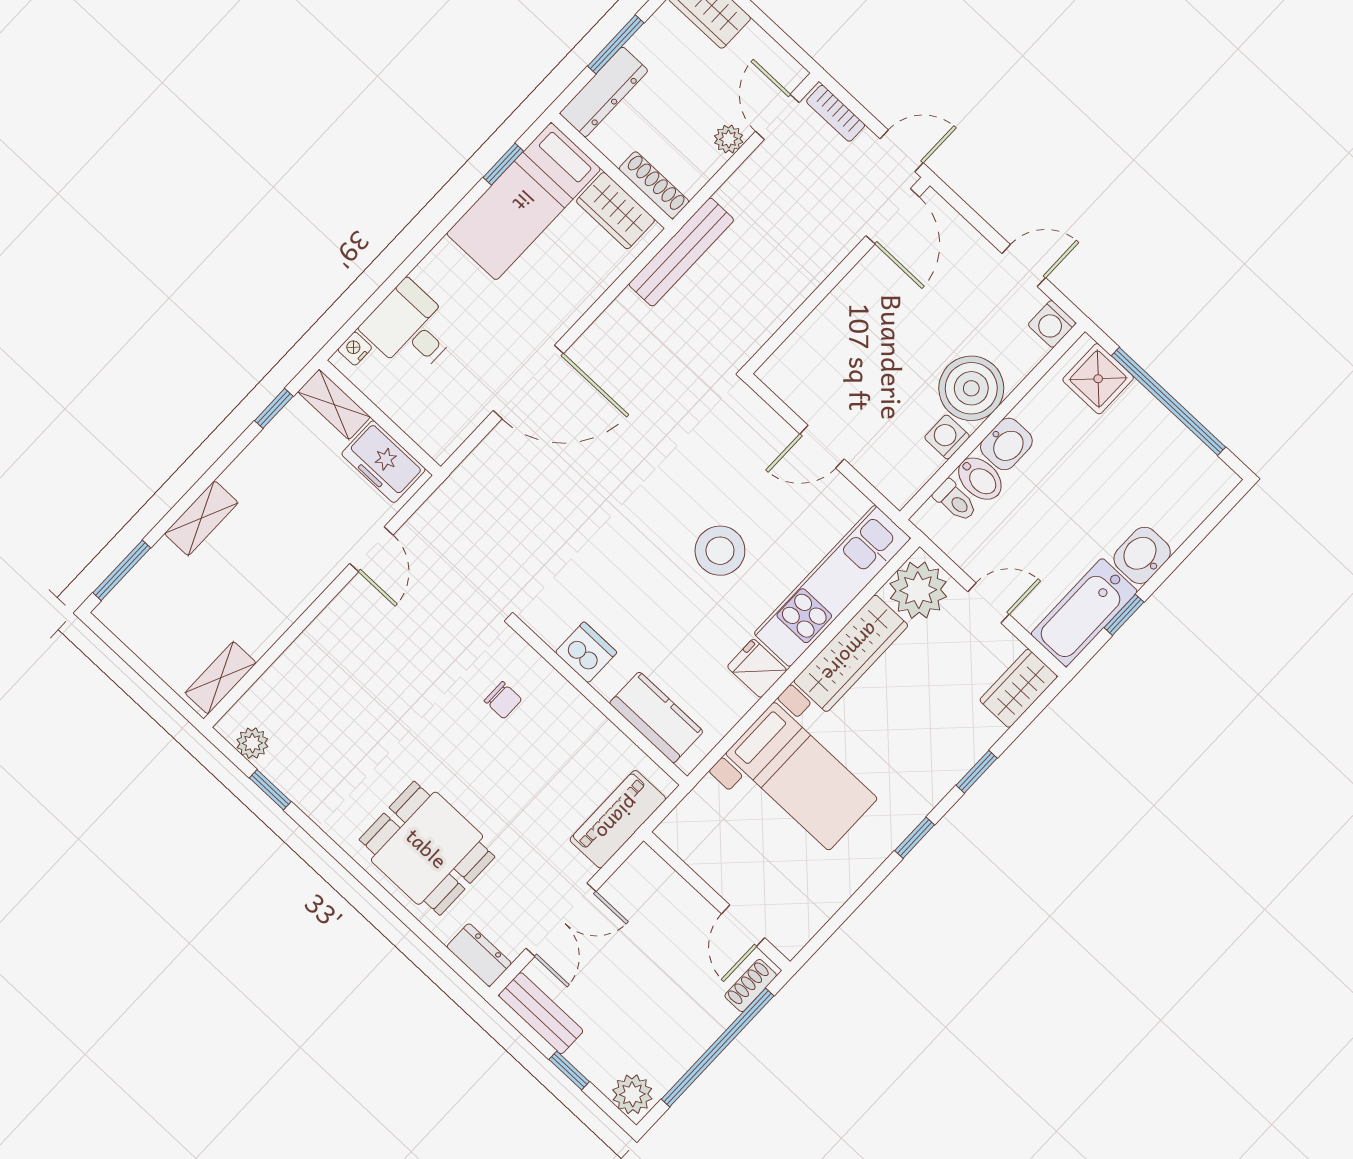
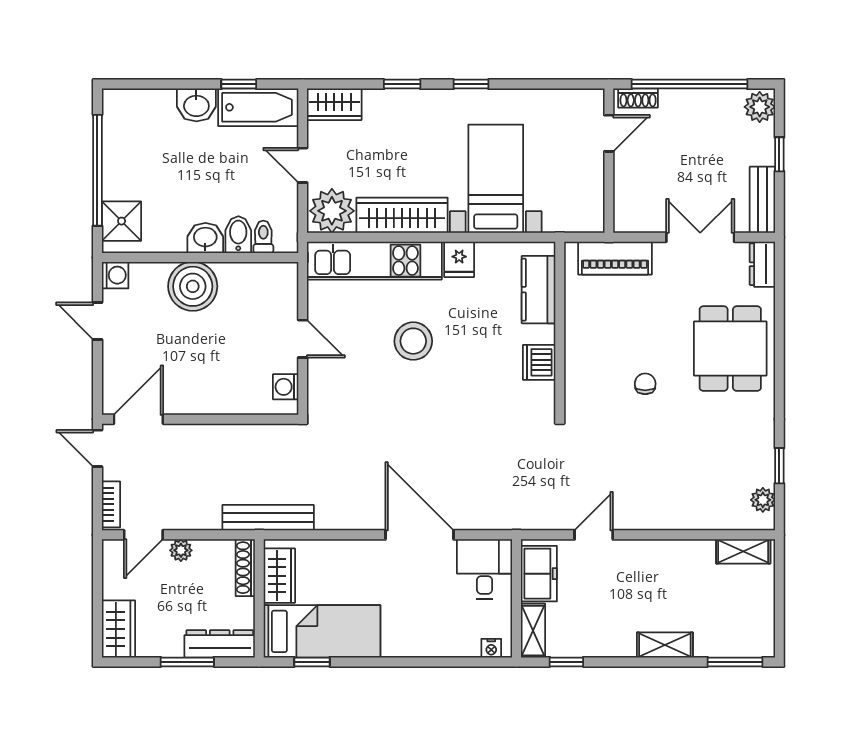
desk: (410, 329) -> (485, 569), moved, turned 180
washing machine: (947, 437) -> (286, 387), moved, turned 90
chair: (503, 700) -> (645, 384), moved

